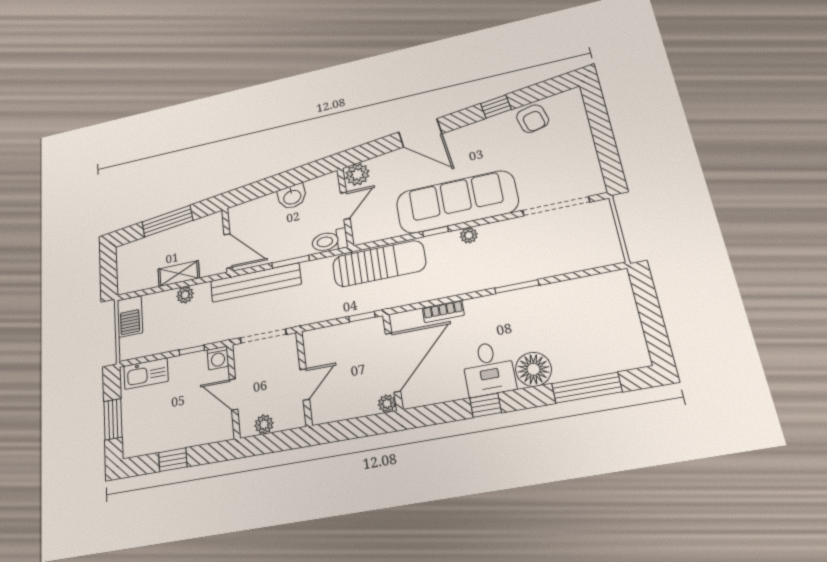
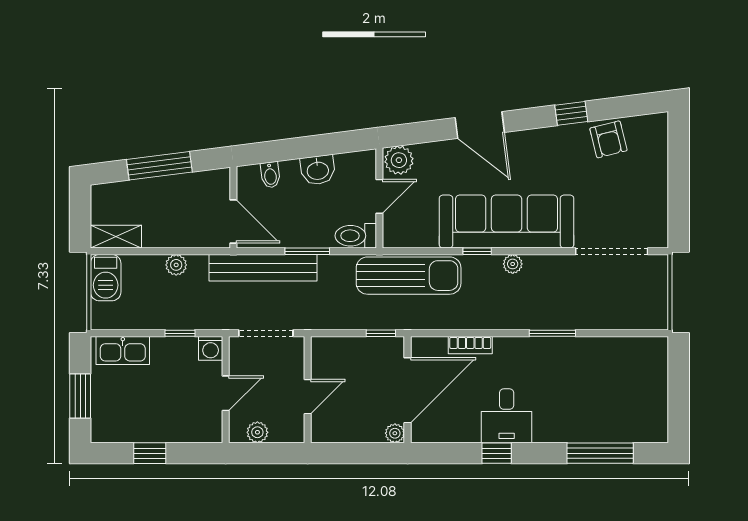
bidet: (254, 209) -> (270, 175), added
shelving: (179, 274) -> (116, 237), moved
floor lamp: (533, 369) -> (552, 425), removed
door: (234, 394) -> (226, 393), swing flipped

